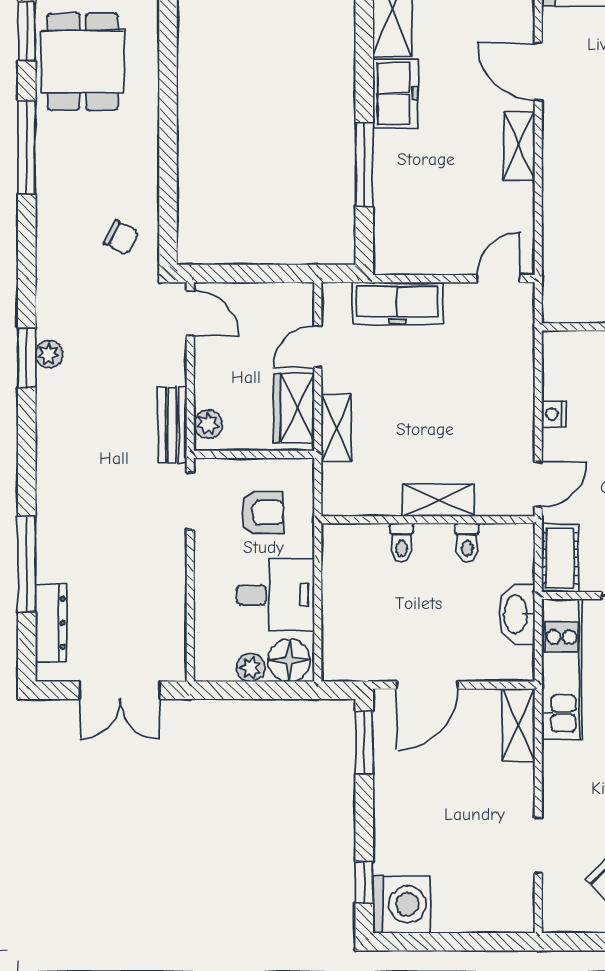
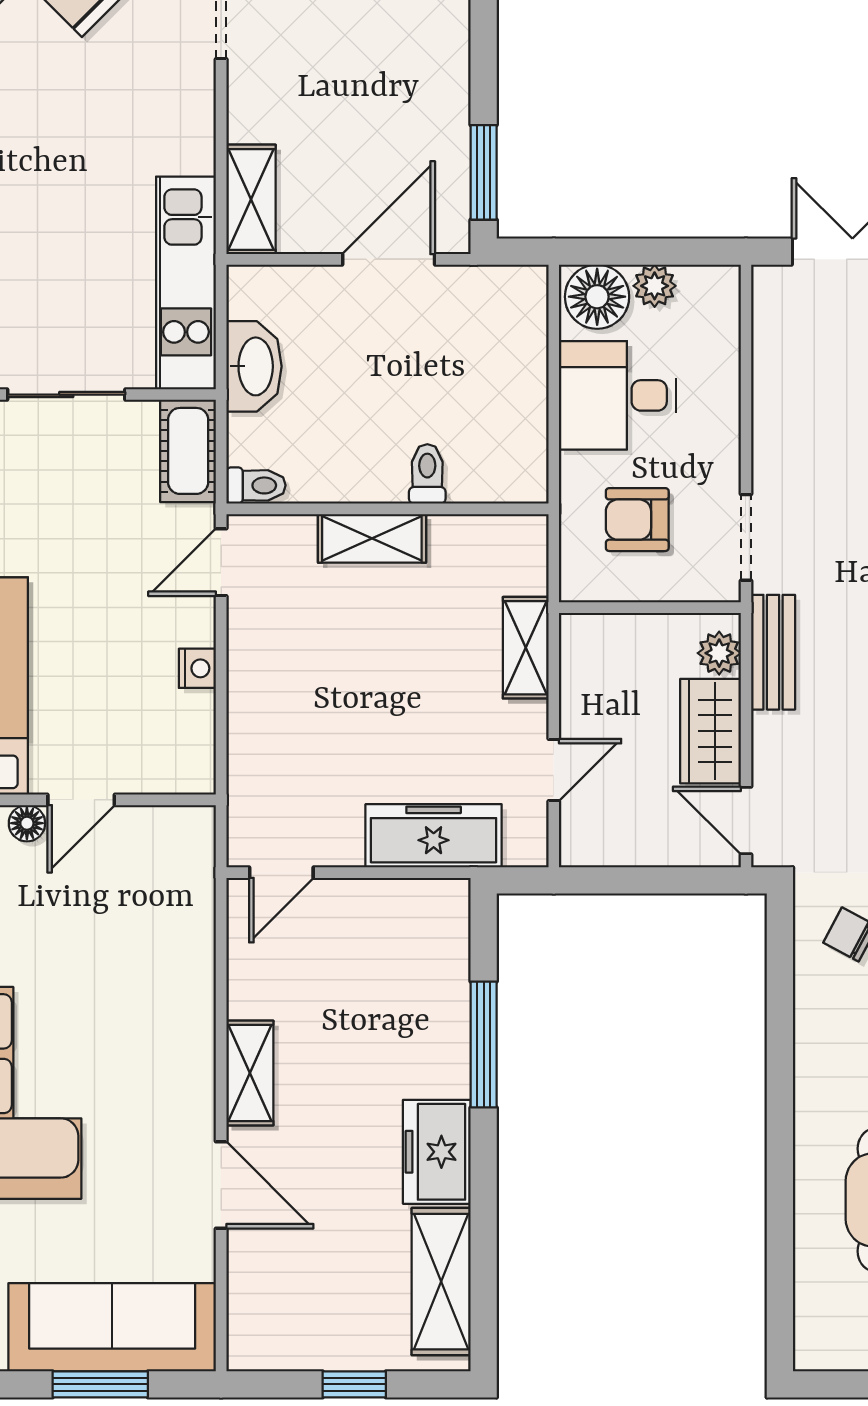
wardrobe: (294, 408) -> (710, 731), moved, turned 180
toilet: (467, 543) -> (256, 485), moved, turned 90

